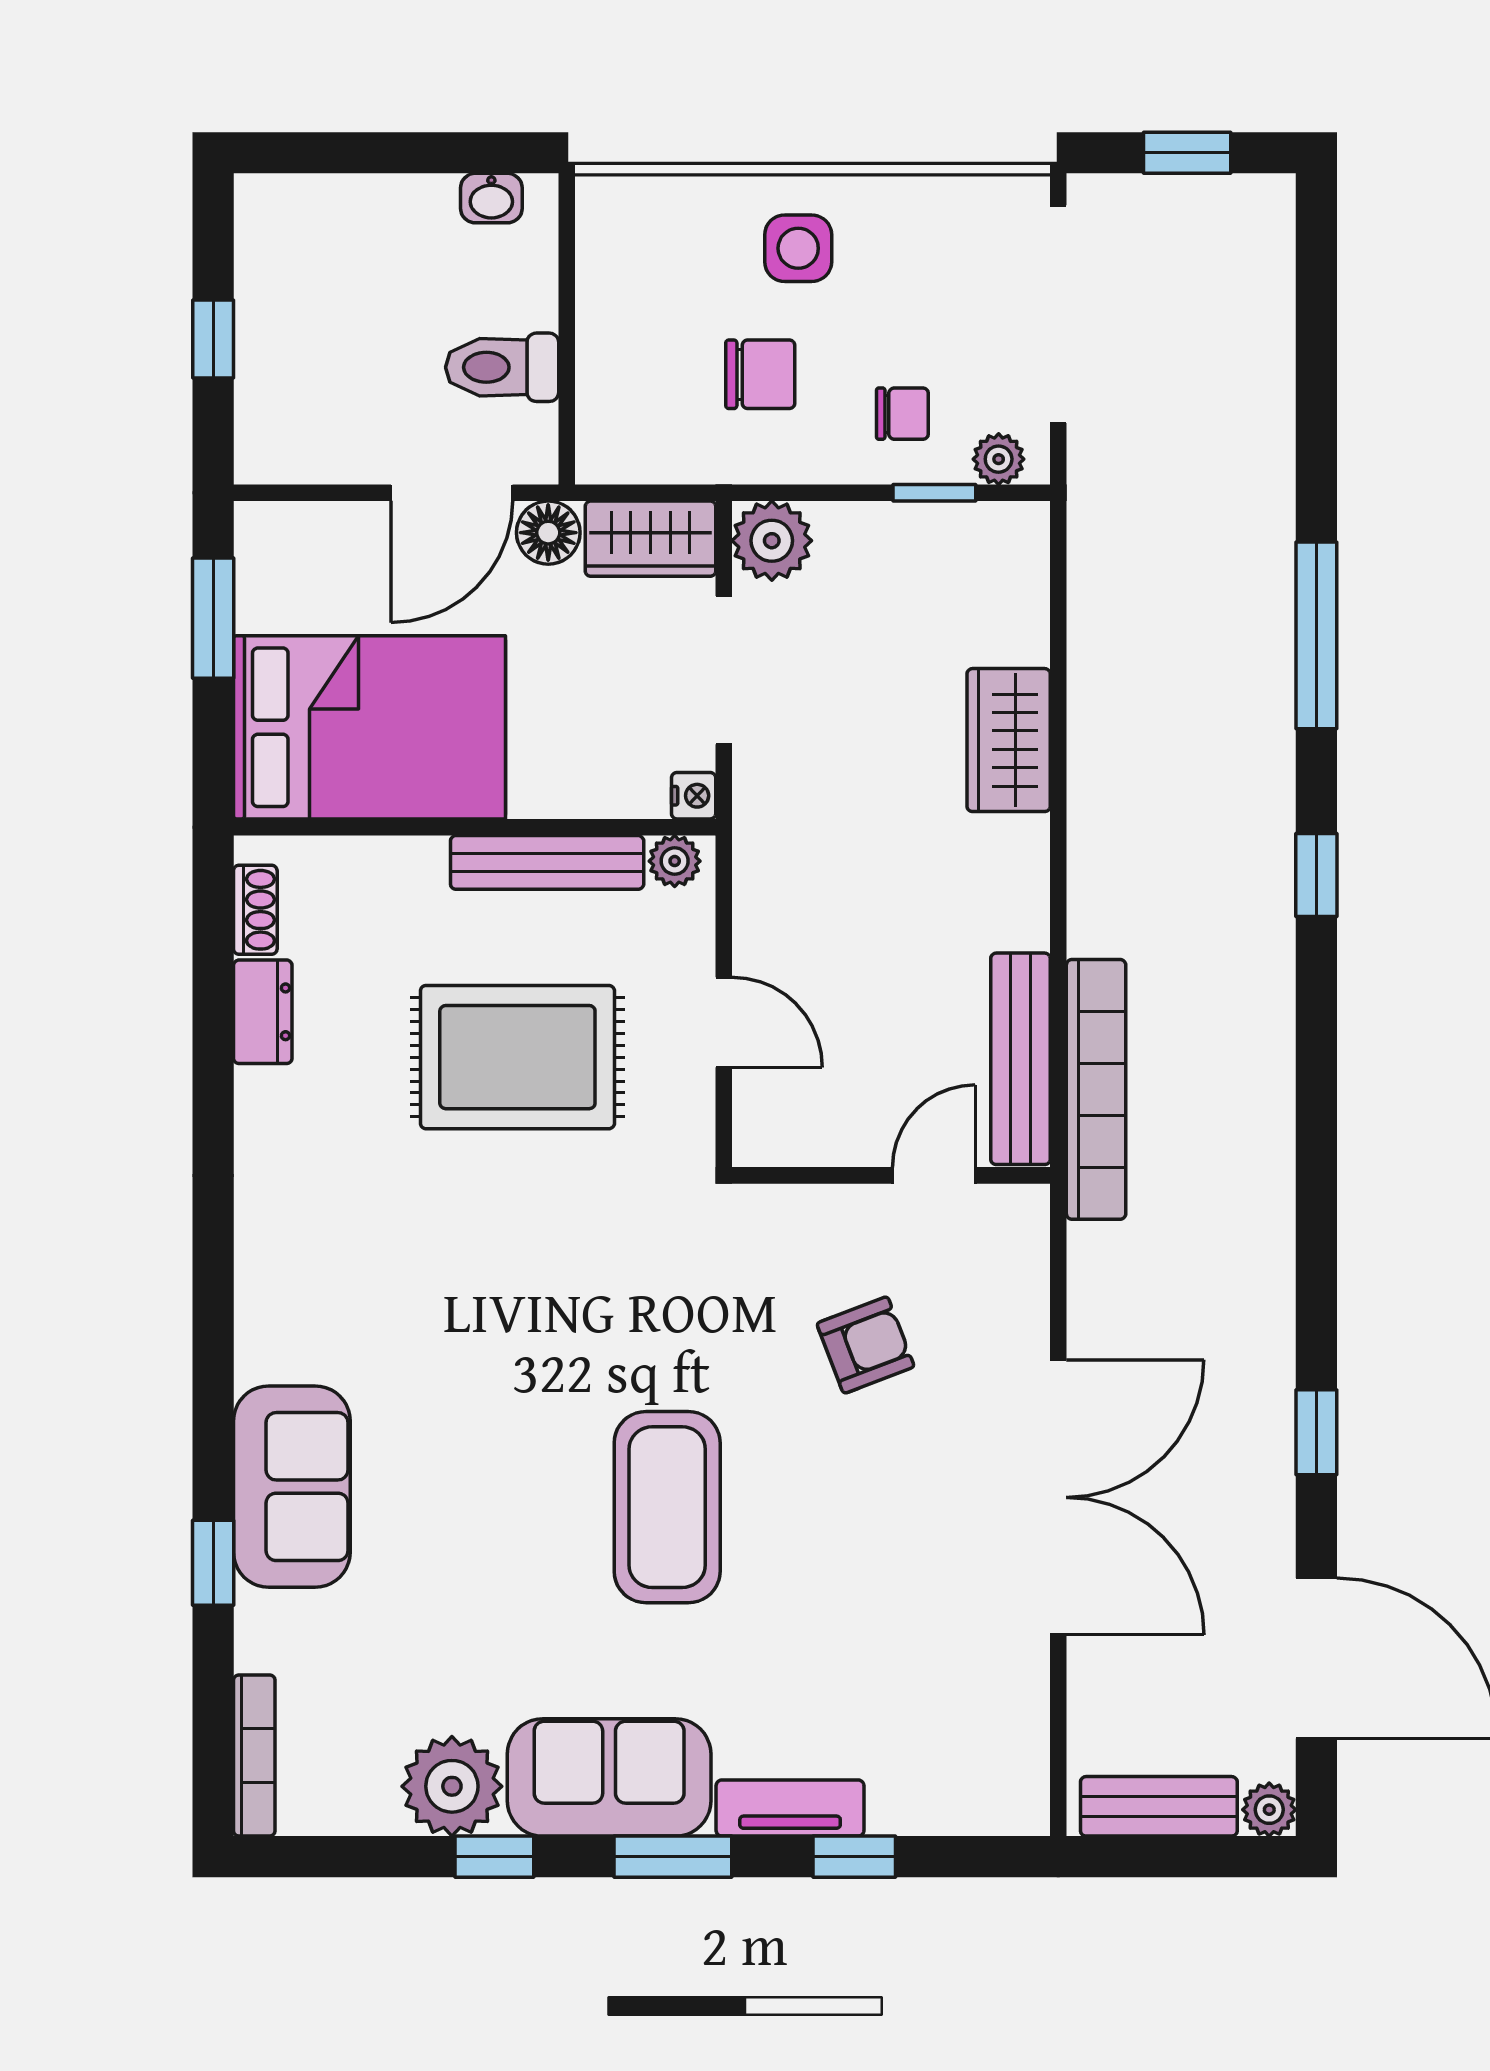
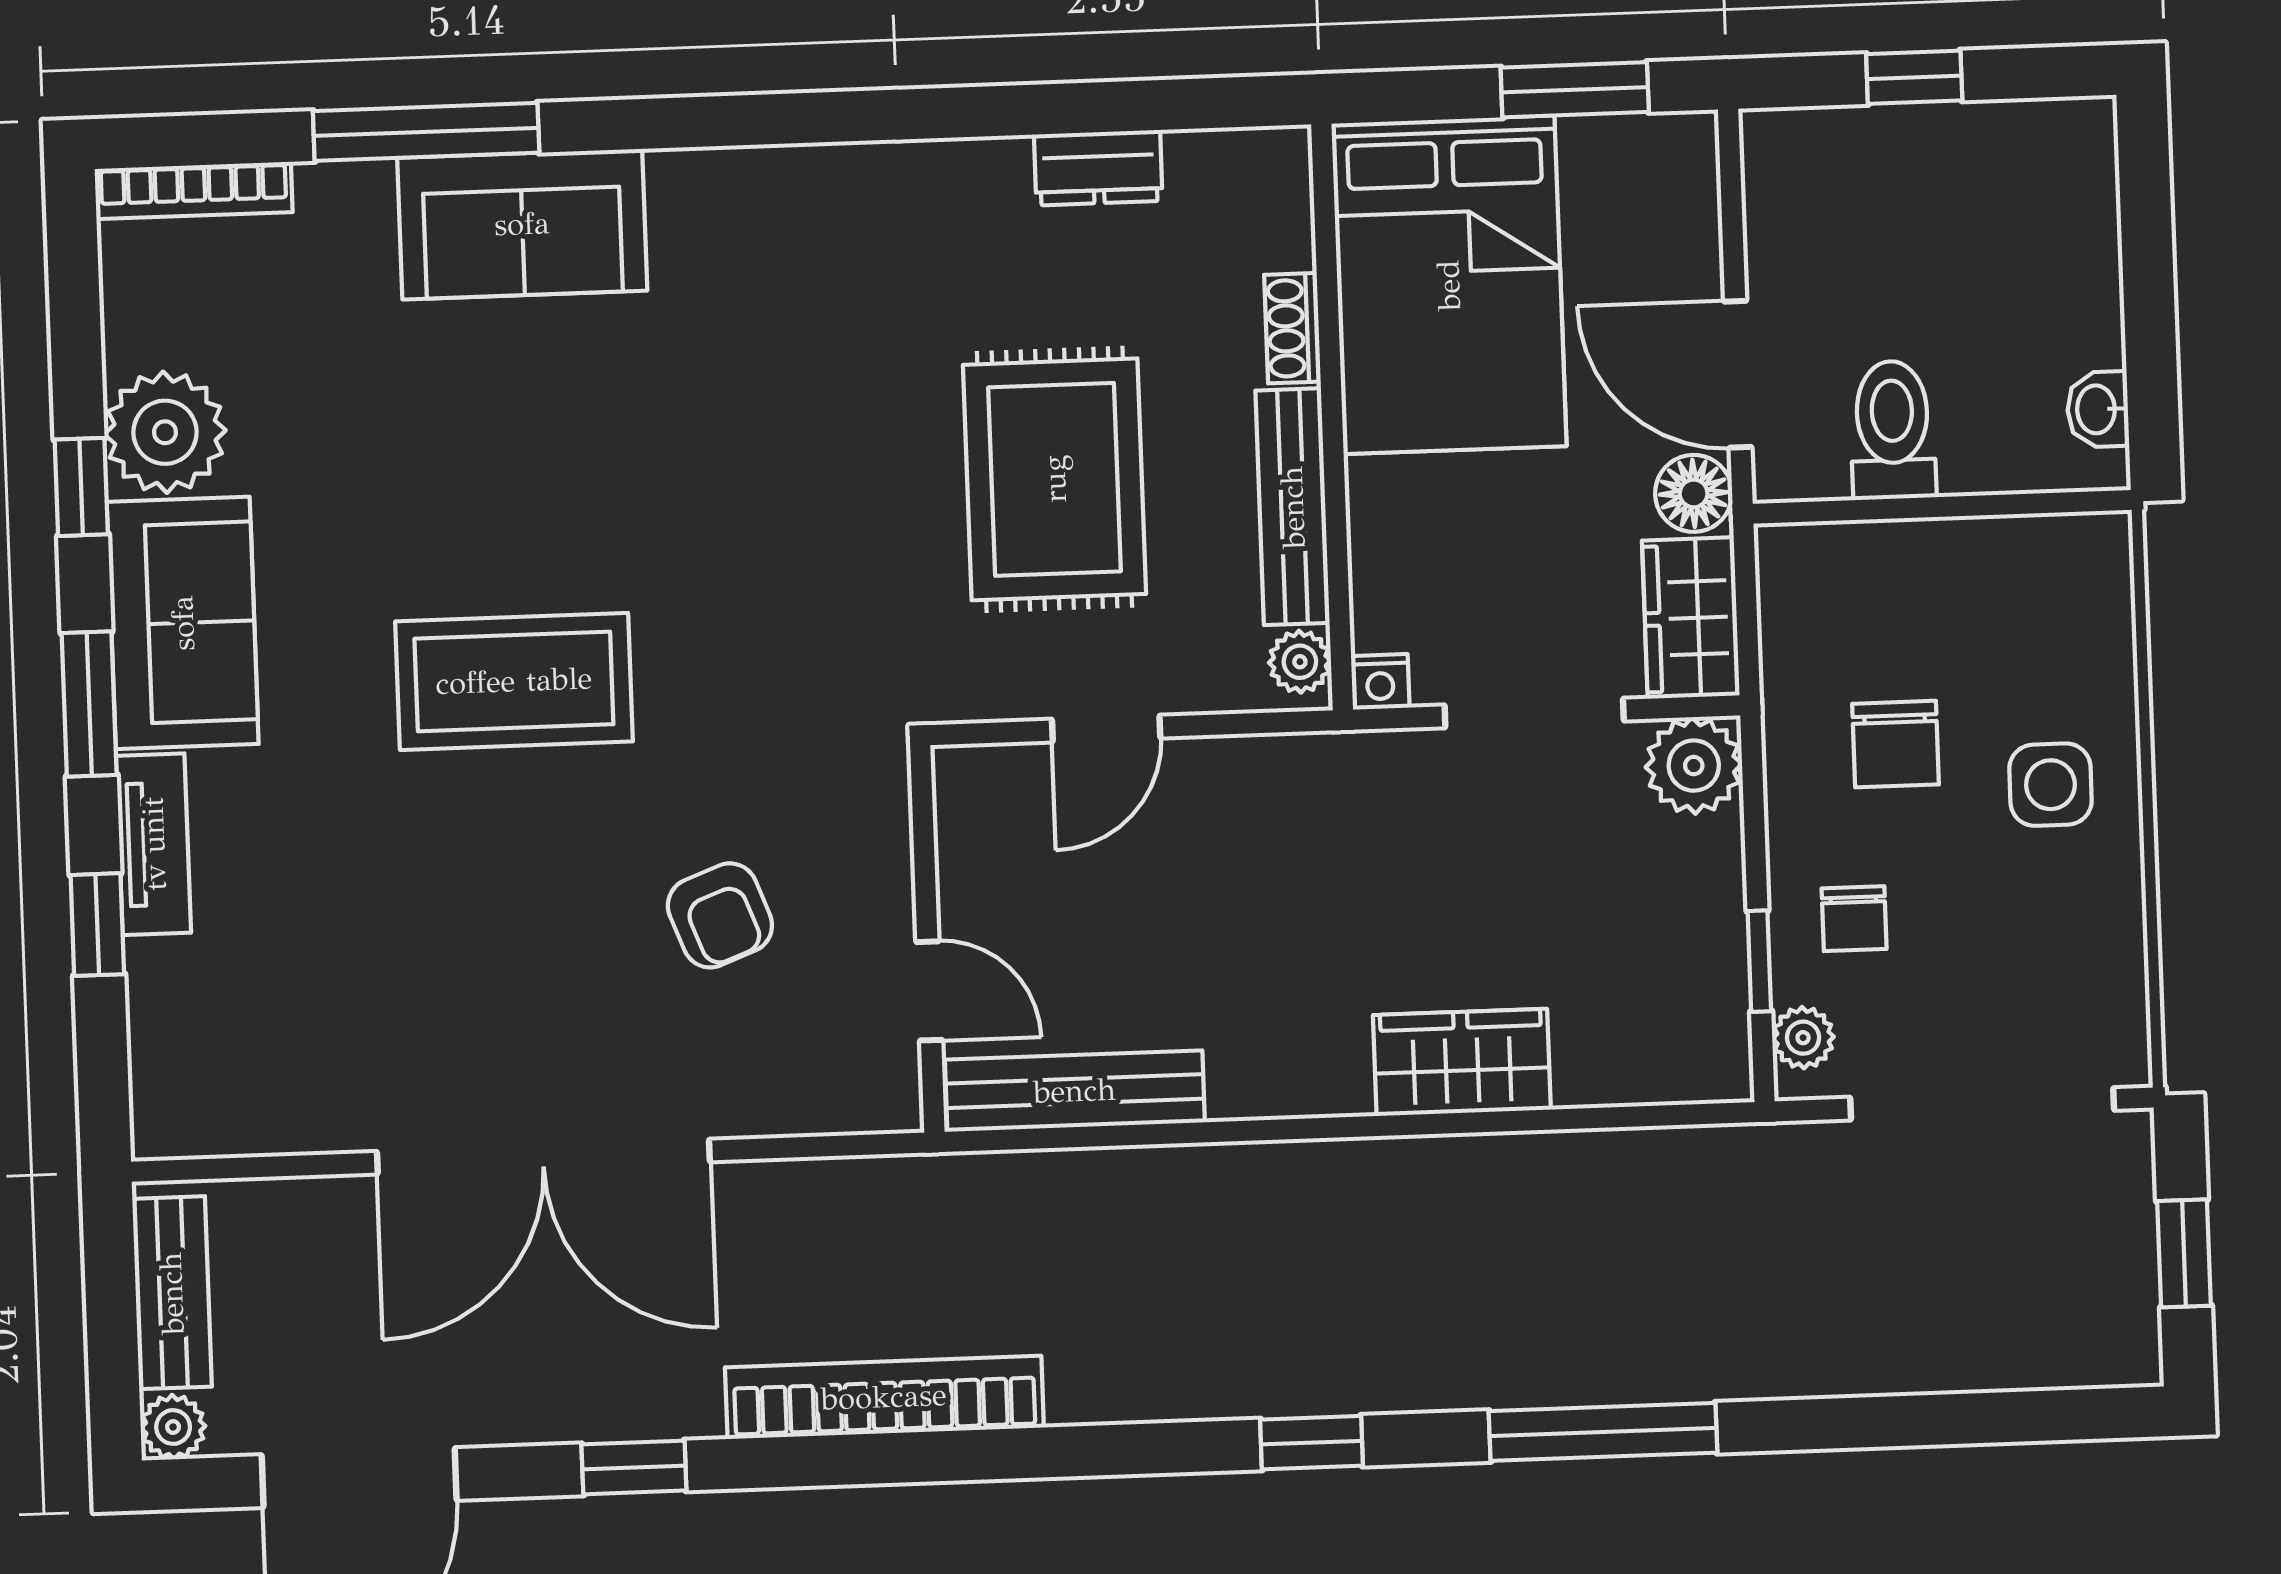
shoe rack: (255, 910) -> (1292, 328), moved, turned 90
bookcase: (1096, 1089) -> (884, 1397), moved, turned 180
window: (213, 1563) -> (426, 132), width x2.17

